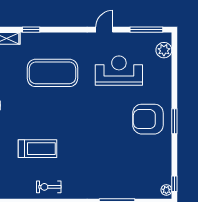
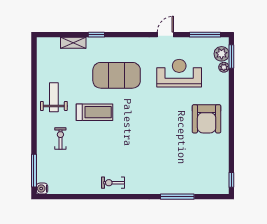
armchair: (148, 119) -> (207, 119), turned -90
window: (174, 121) -> (231, 56), moved
treadmill: (38, 149) -> (95, 112), moved
plant: (166, 190) -> (224, 67), moved

